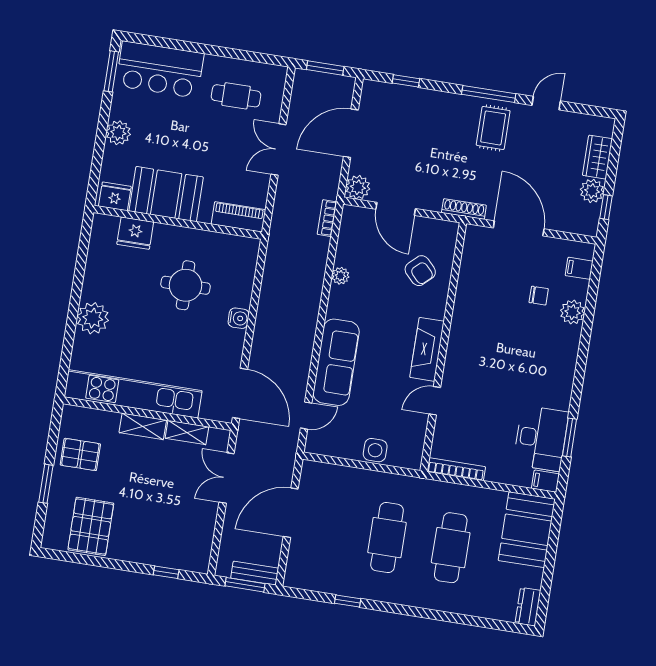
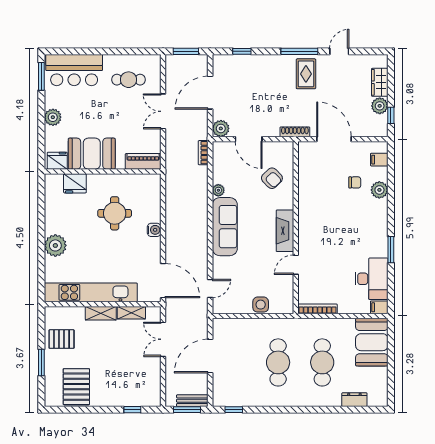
sofa: (336, 362) -> (225, 227), moved
window: (569, 438) -> (391, 250), moved
window: (348, 601) -> (234, 410), moved
dresser: (528, 607) -> (354, 400), moved, turned 90

